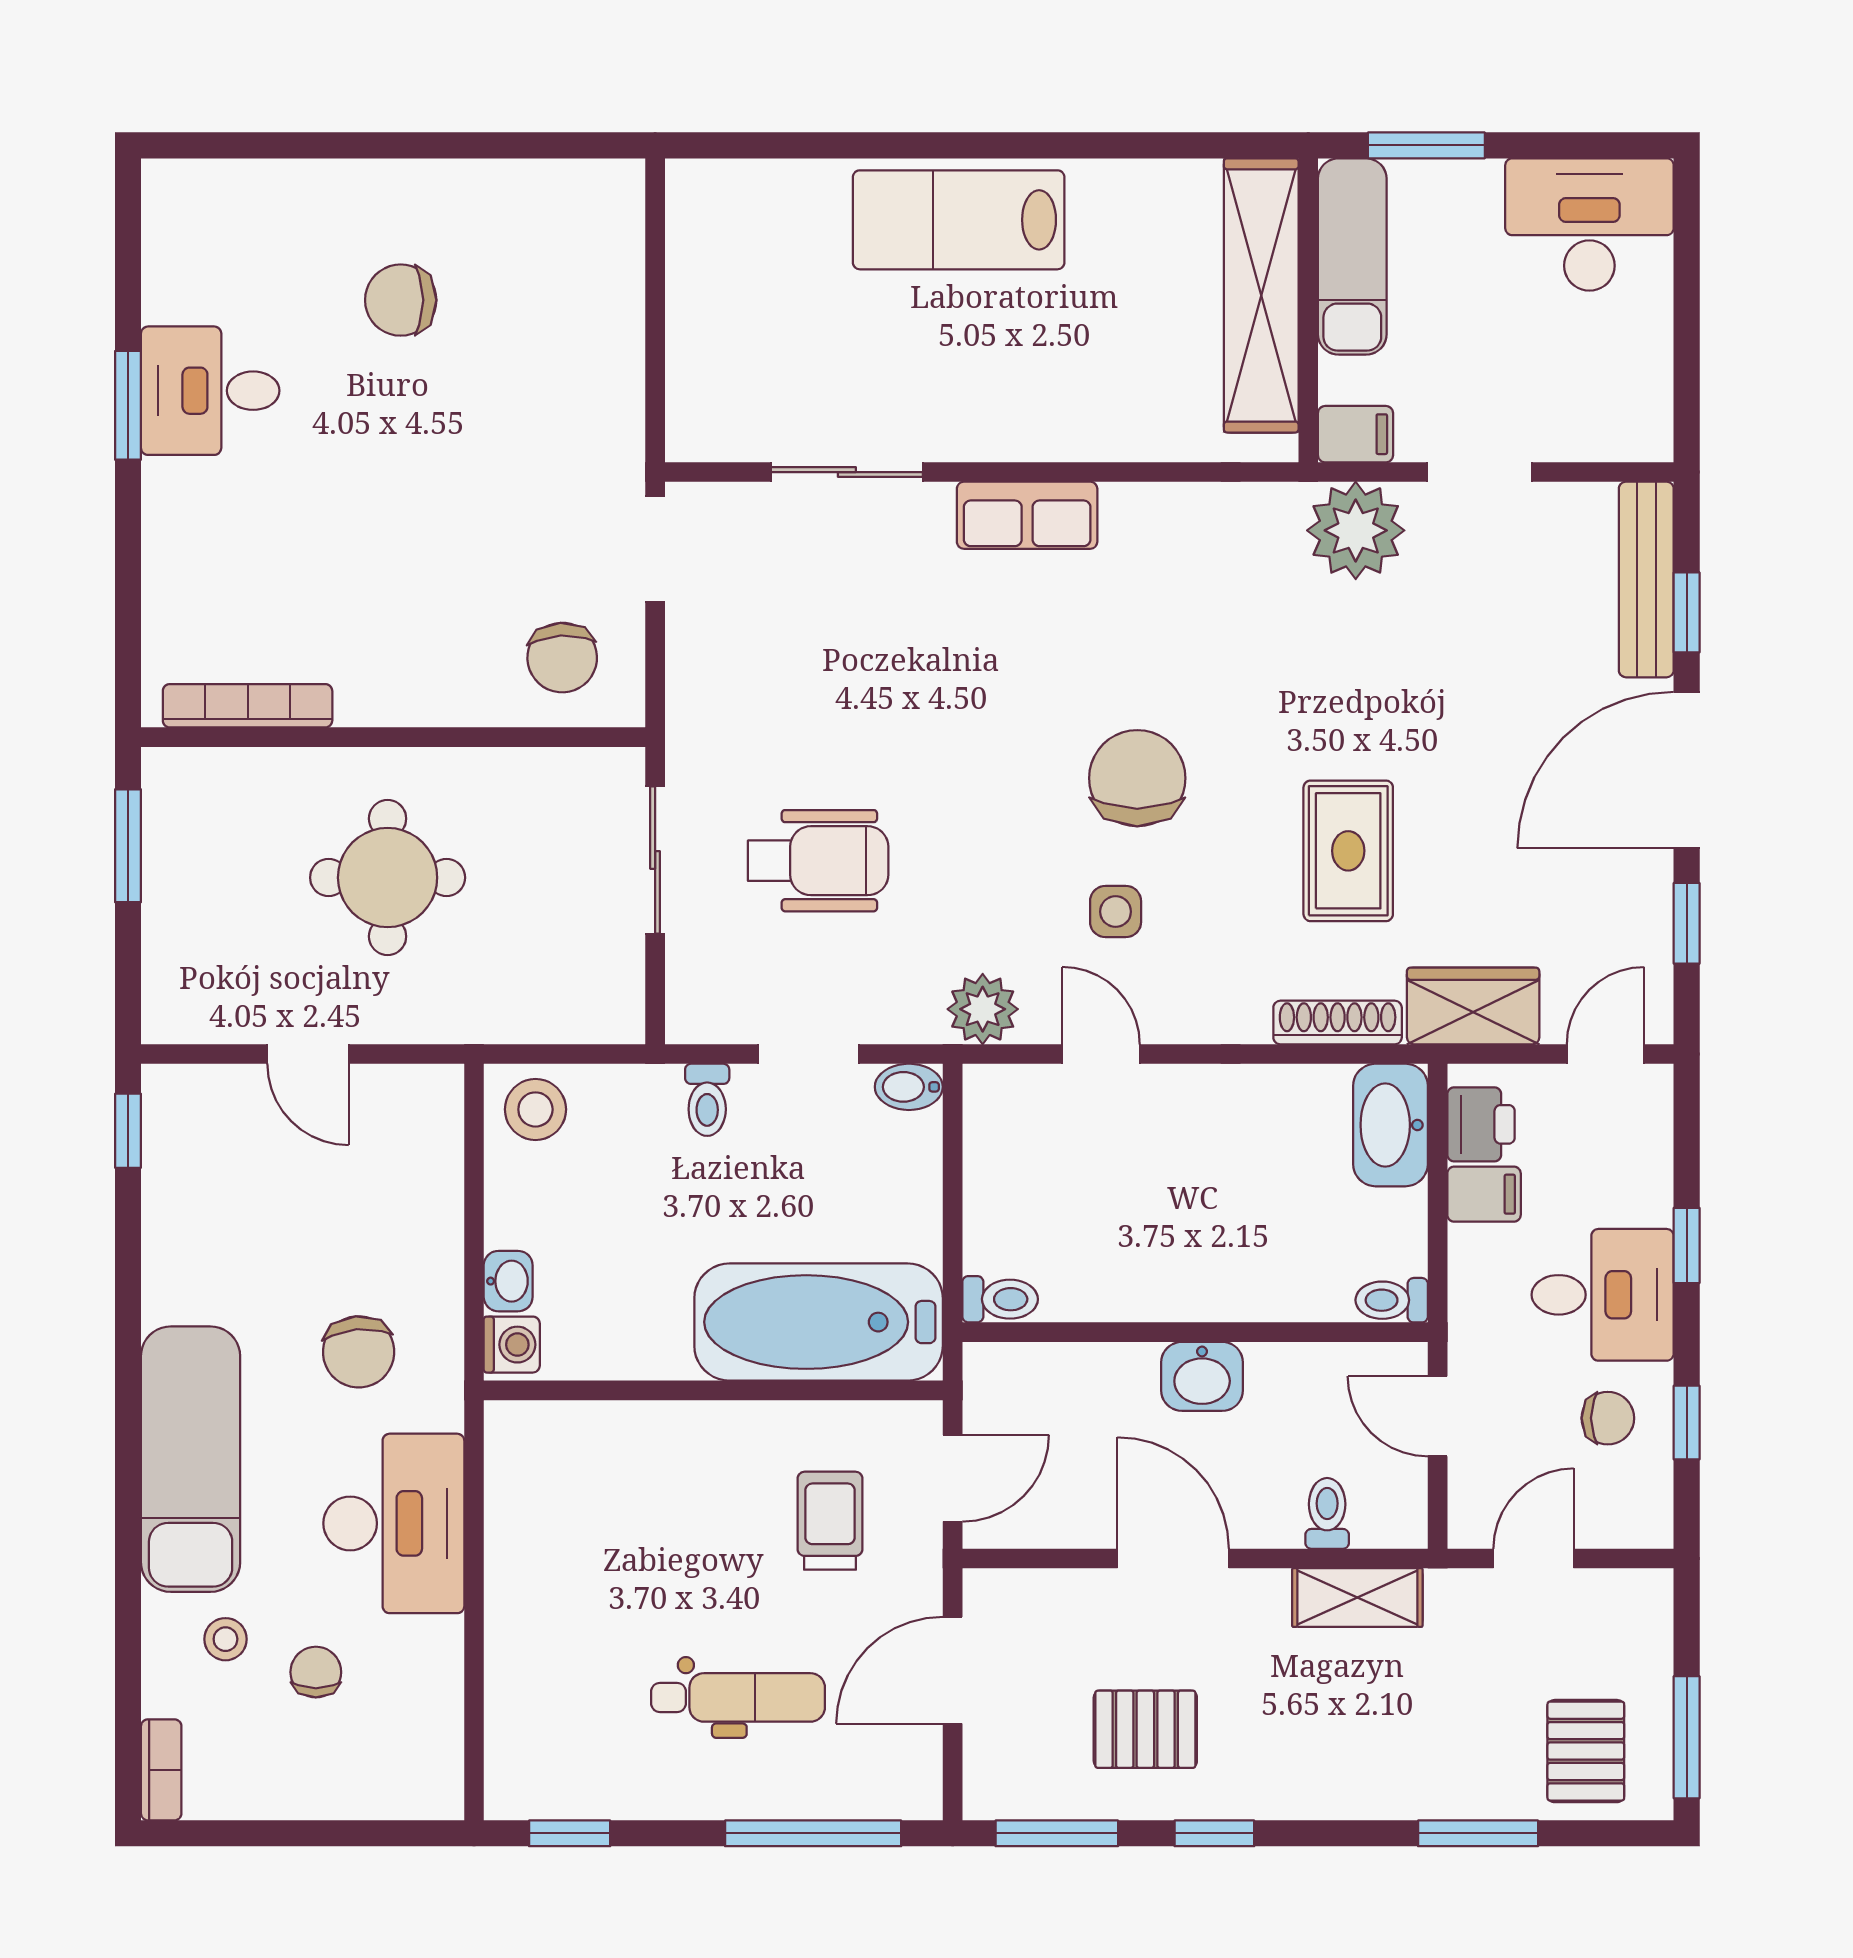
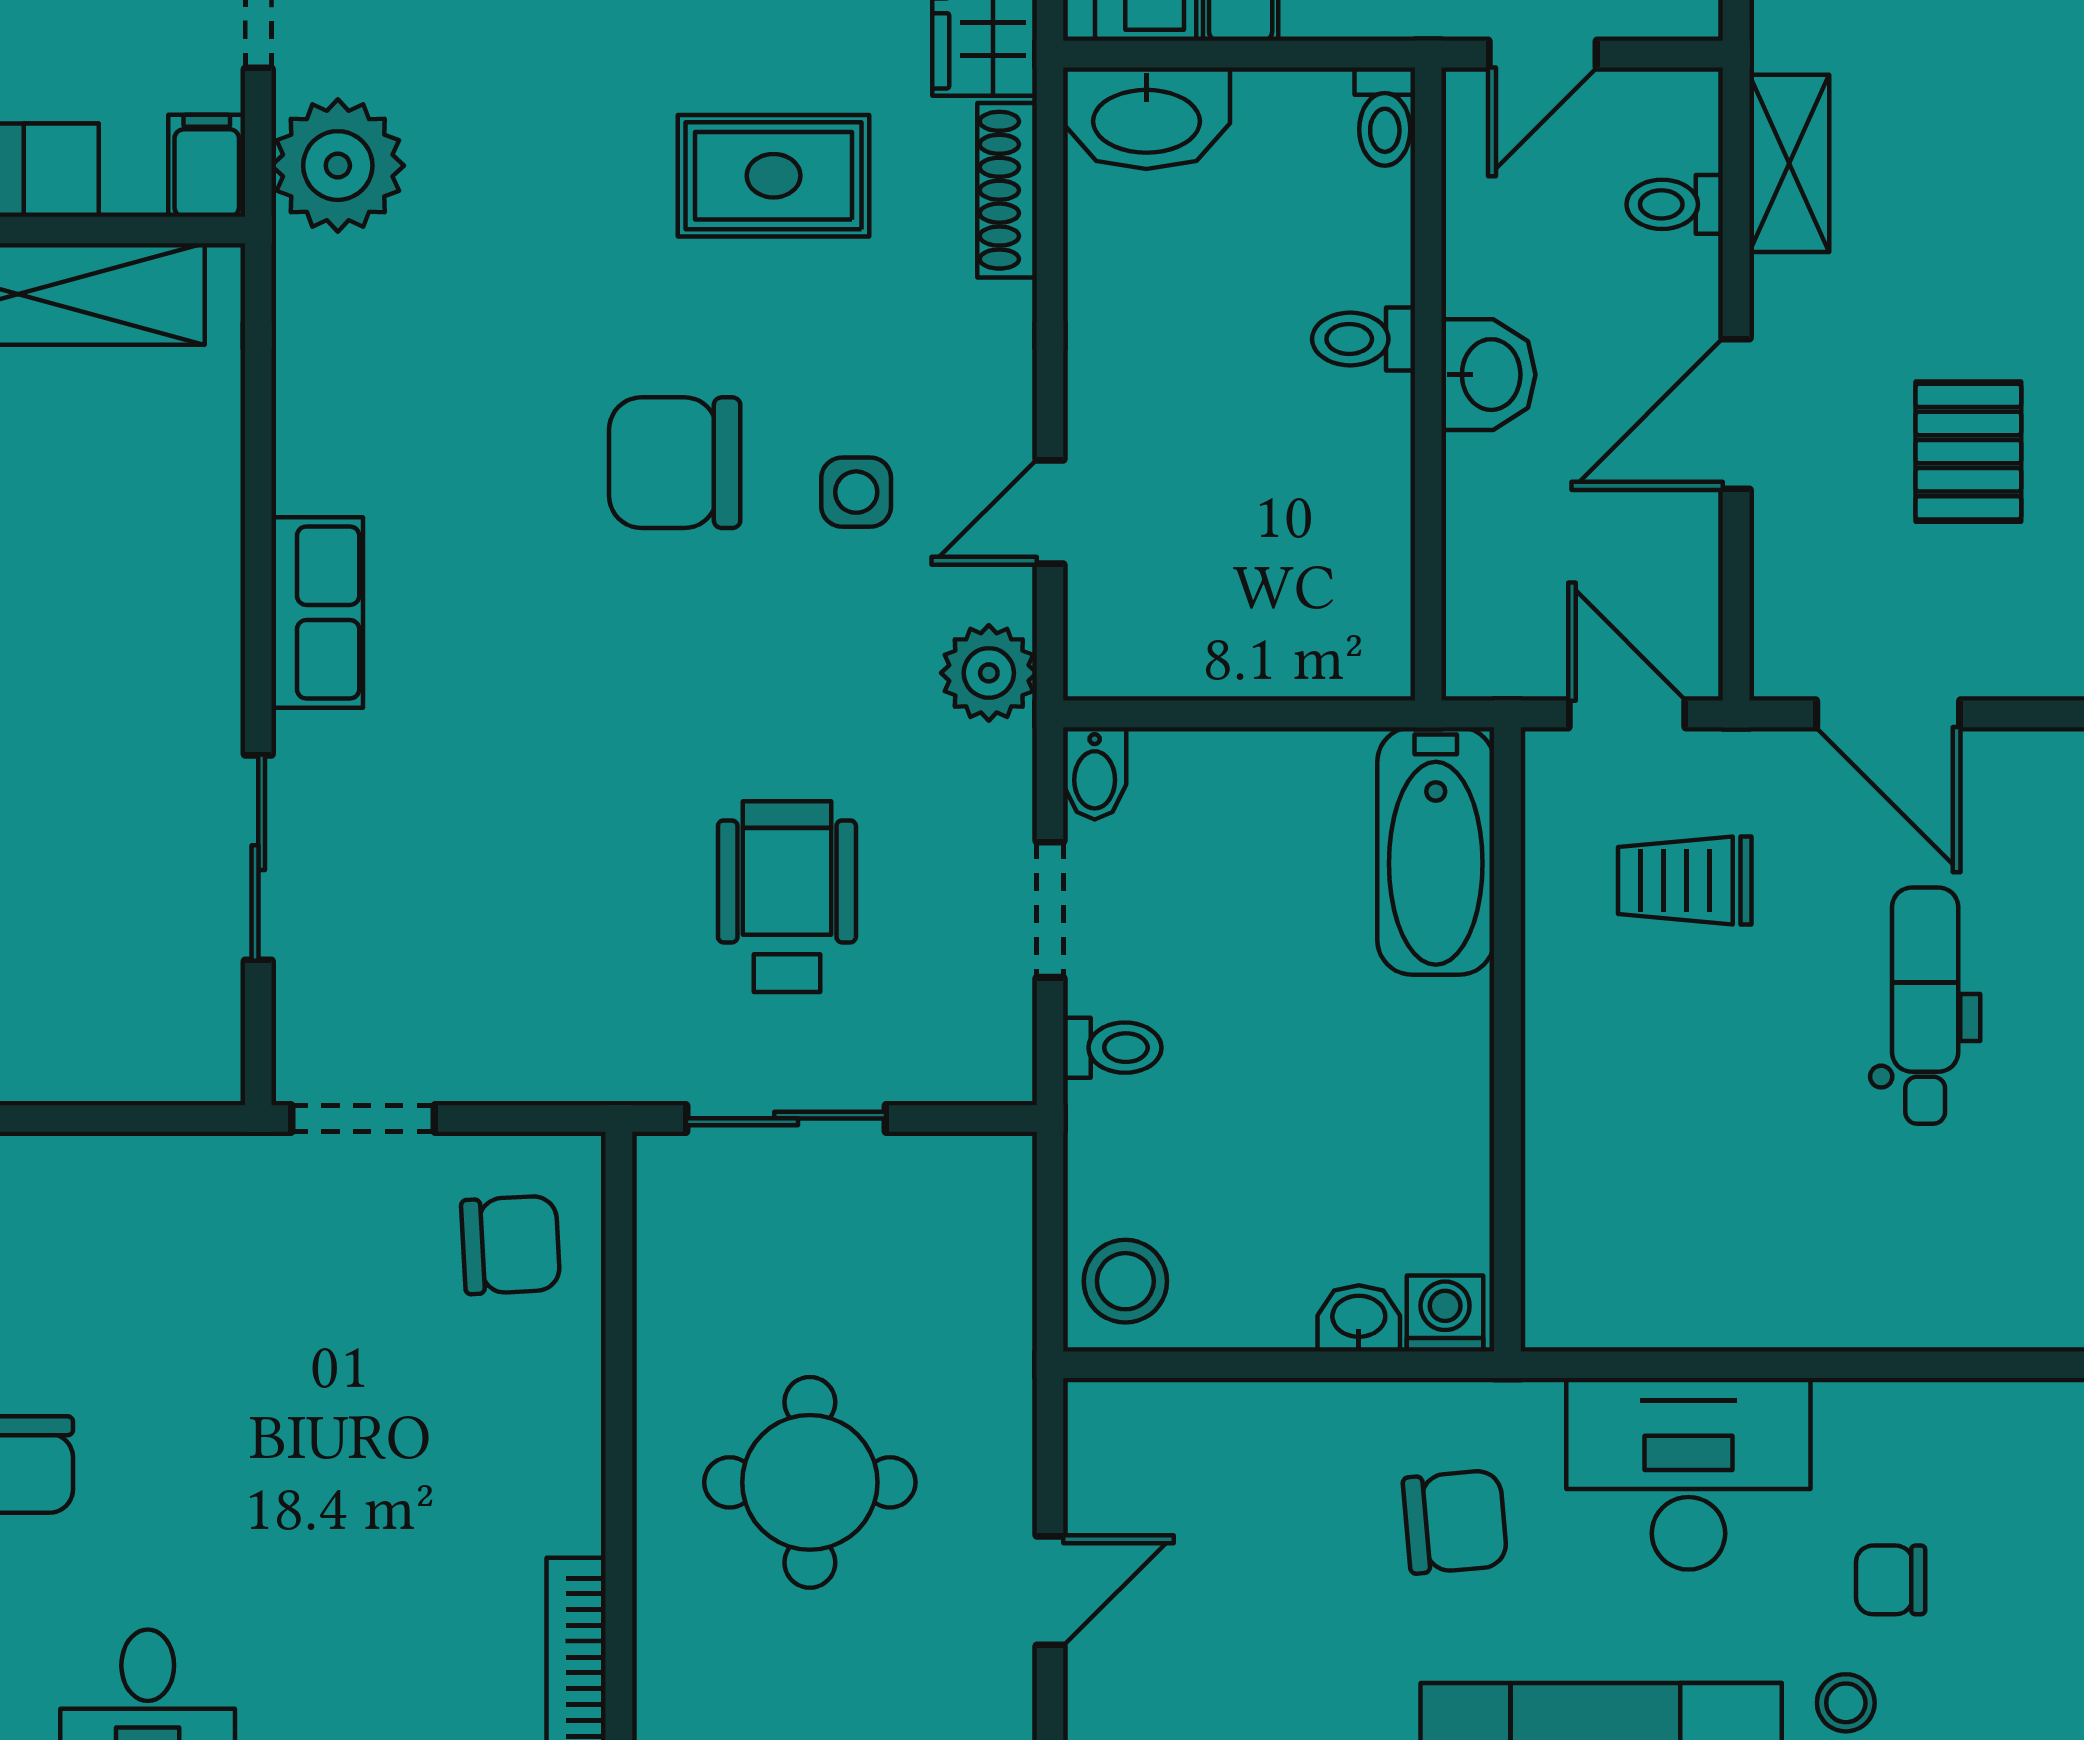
toilet: (1000, 1299) -> (1364, 339), moved, turned -90
bathtub: (819, 1322) -> (1436, 851), width x0.73, depth x0.73

